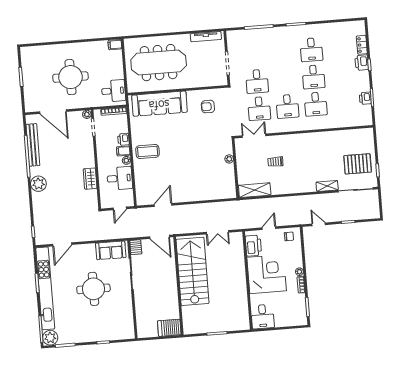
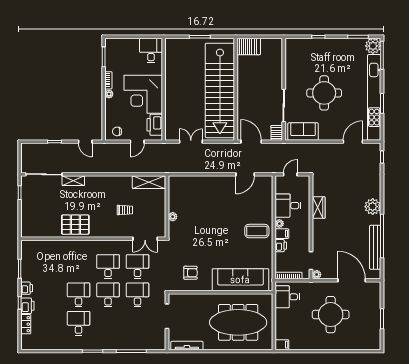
printer: (365, 98) -> (27, 288), moved
desk: (316, 104) -> (108, 295), moved
pallet: (358, 164) -> (75, 225), moved
stairs: (193, 271) -> (220, 90), width x1.36

